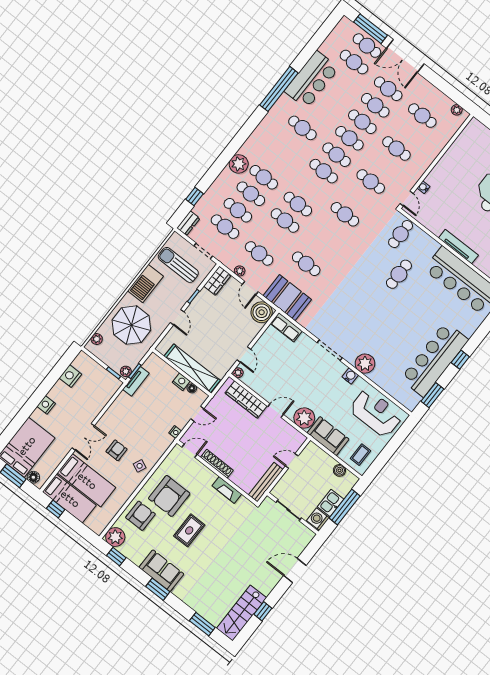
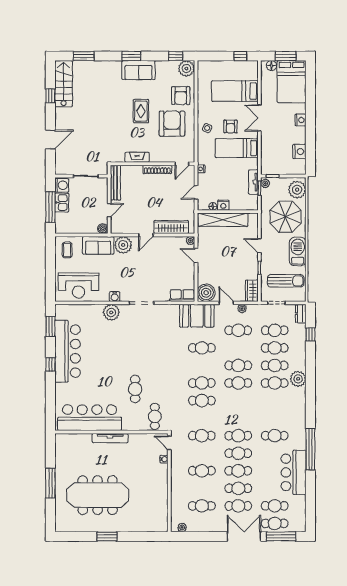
cafe table: (324, 171) -> (202, 383), moved
plant: (97, 339) -> (297, 190), width x1.87, depth x1.87
boiler: (339, 470) -> (103, 229), moved
bed: (69, 498) -> (237, 148), moved

